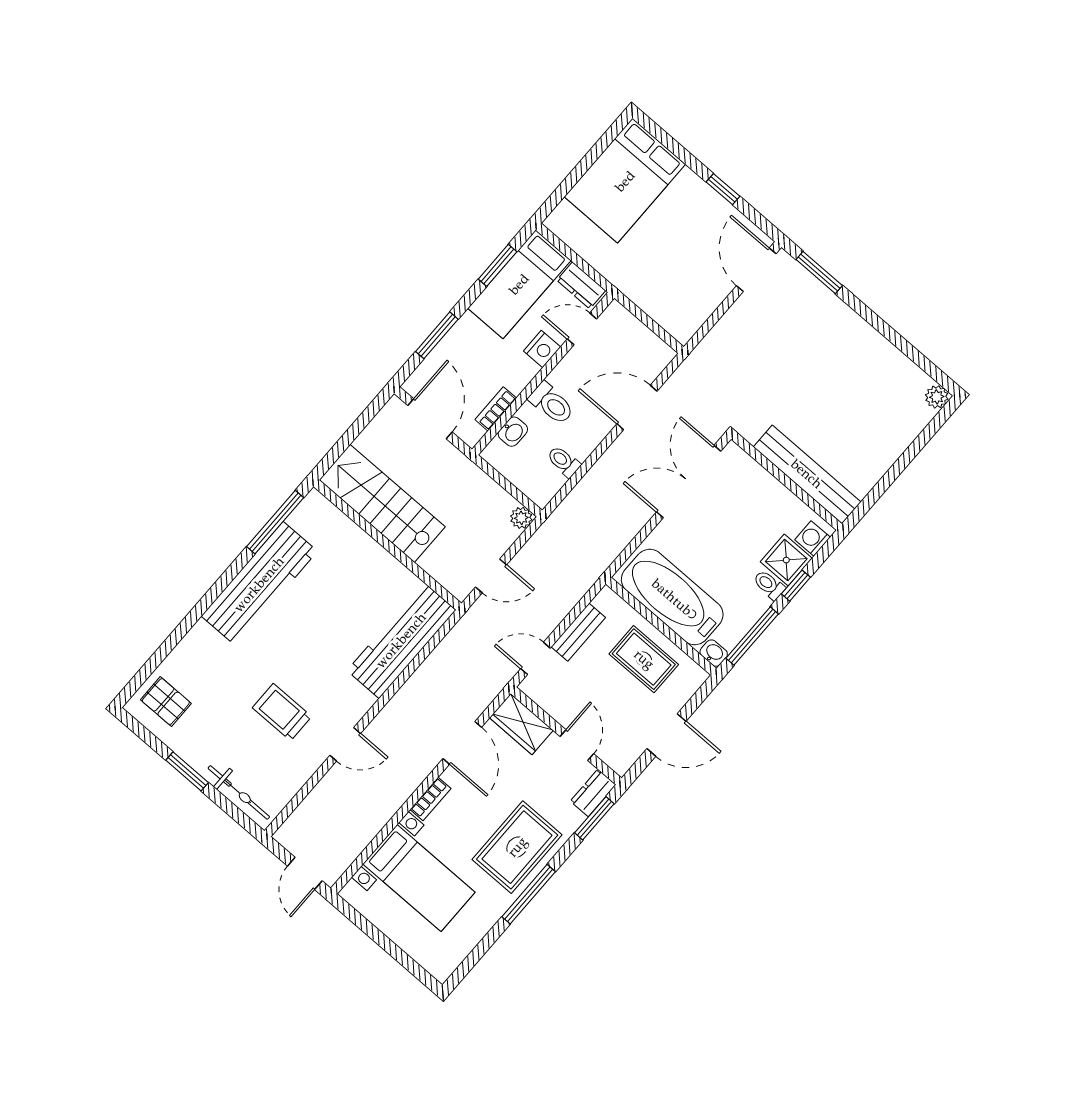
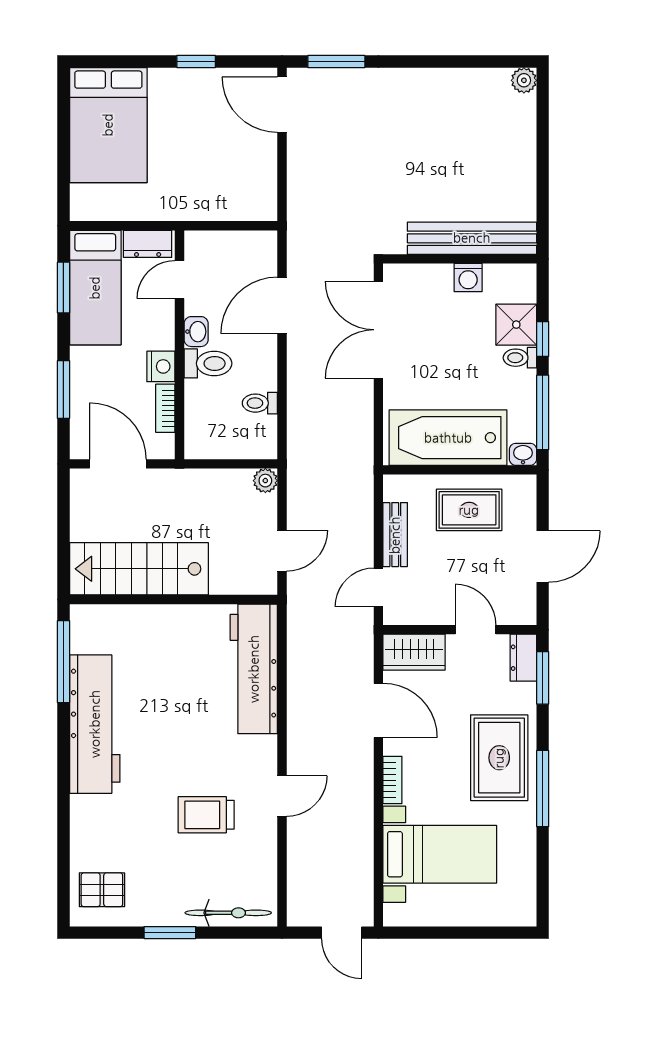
nightstand: (542, 349) -> (161, 366), moved
washbasin: (513, 432) -> (196, 332), moved
washing machine: (813, 539) -> (468, 277), moved, turned -90

